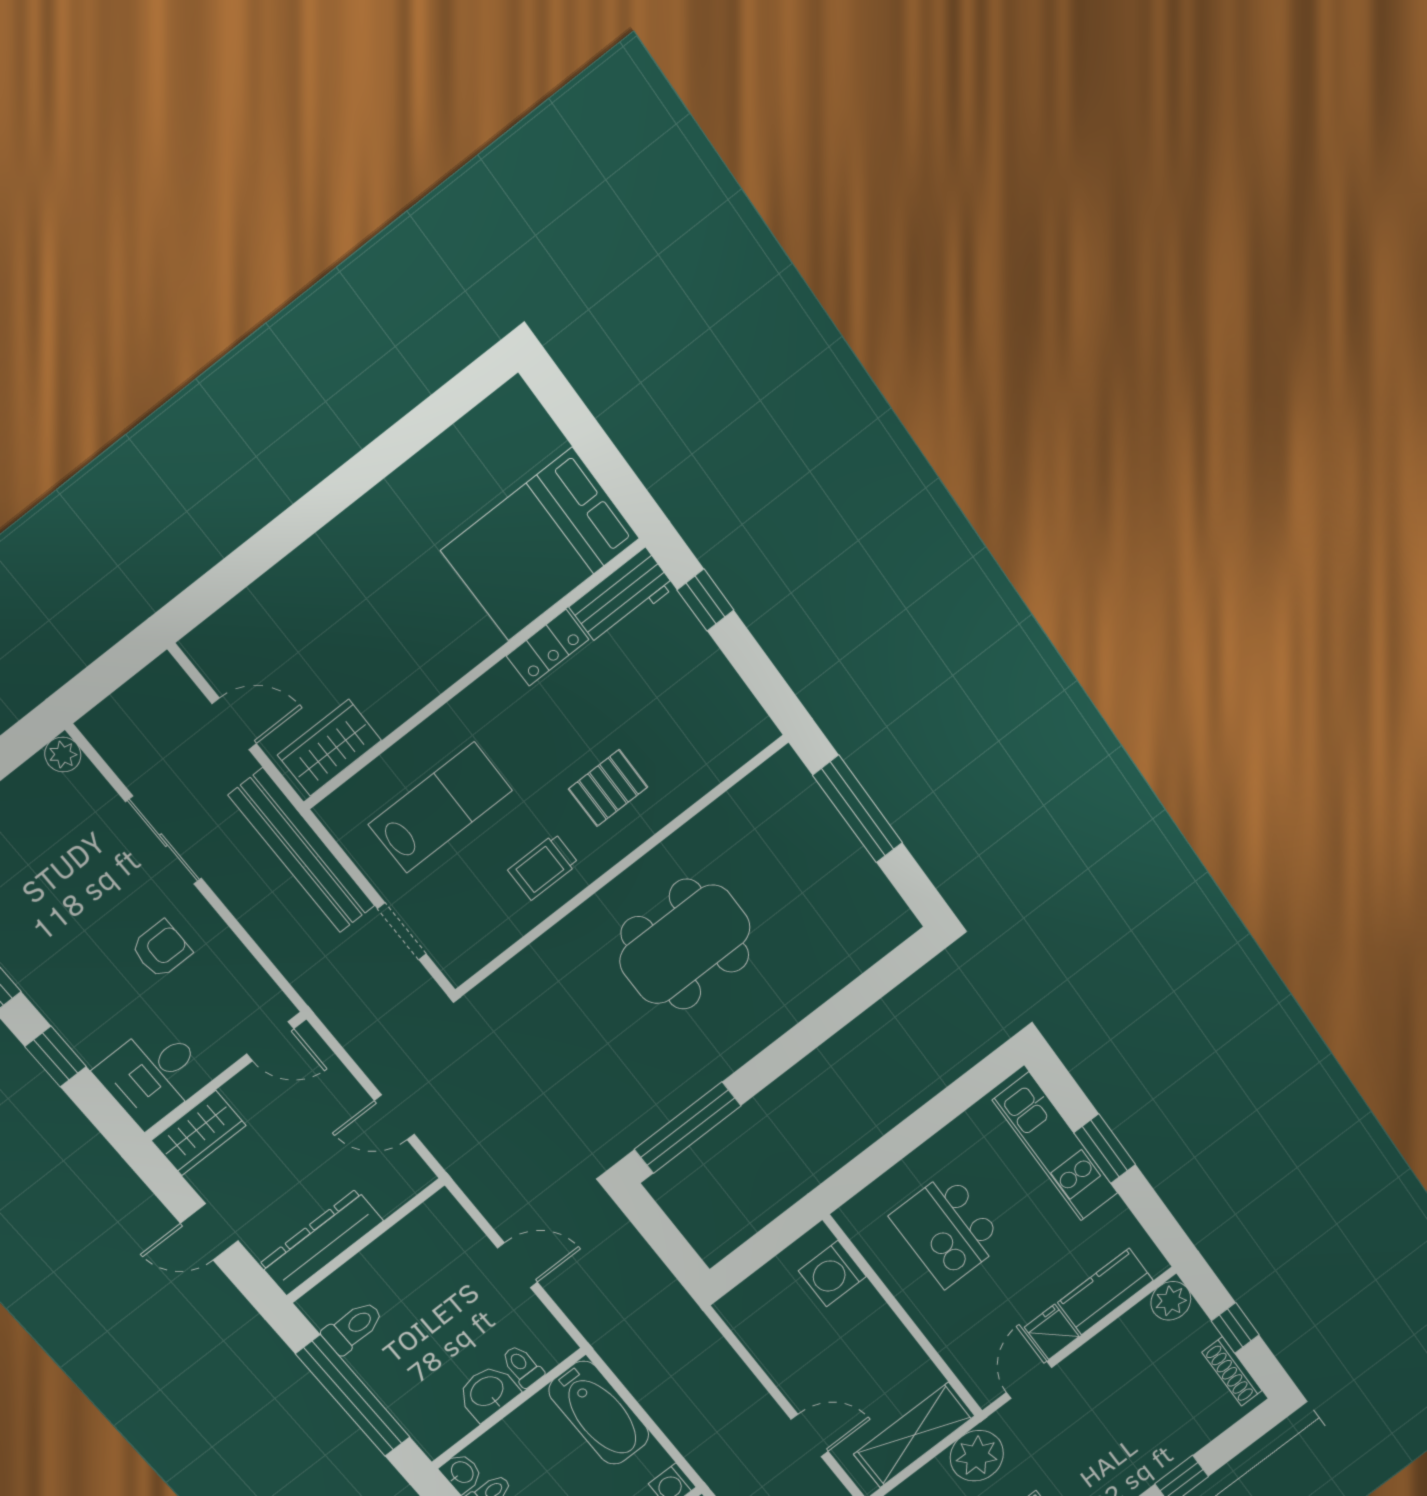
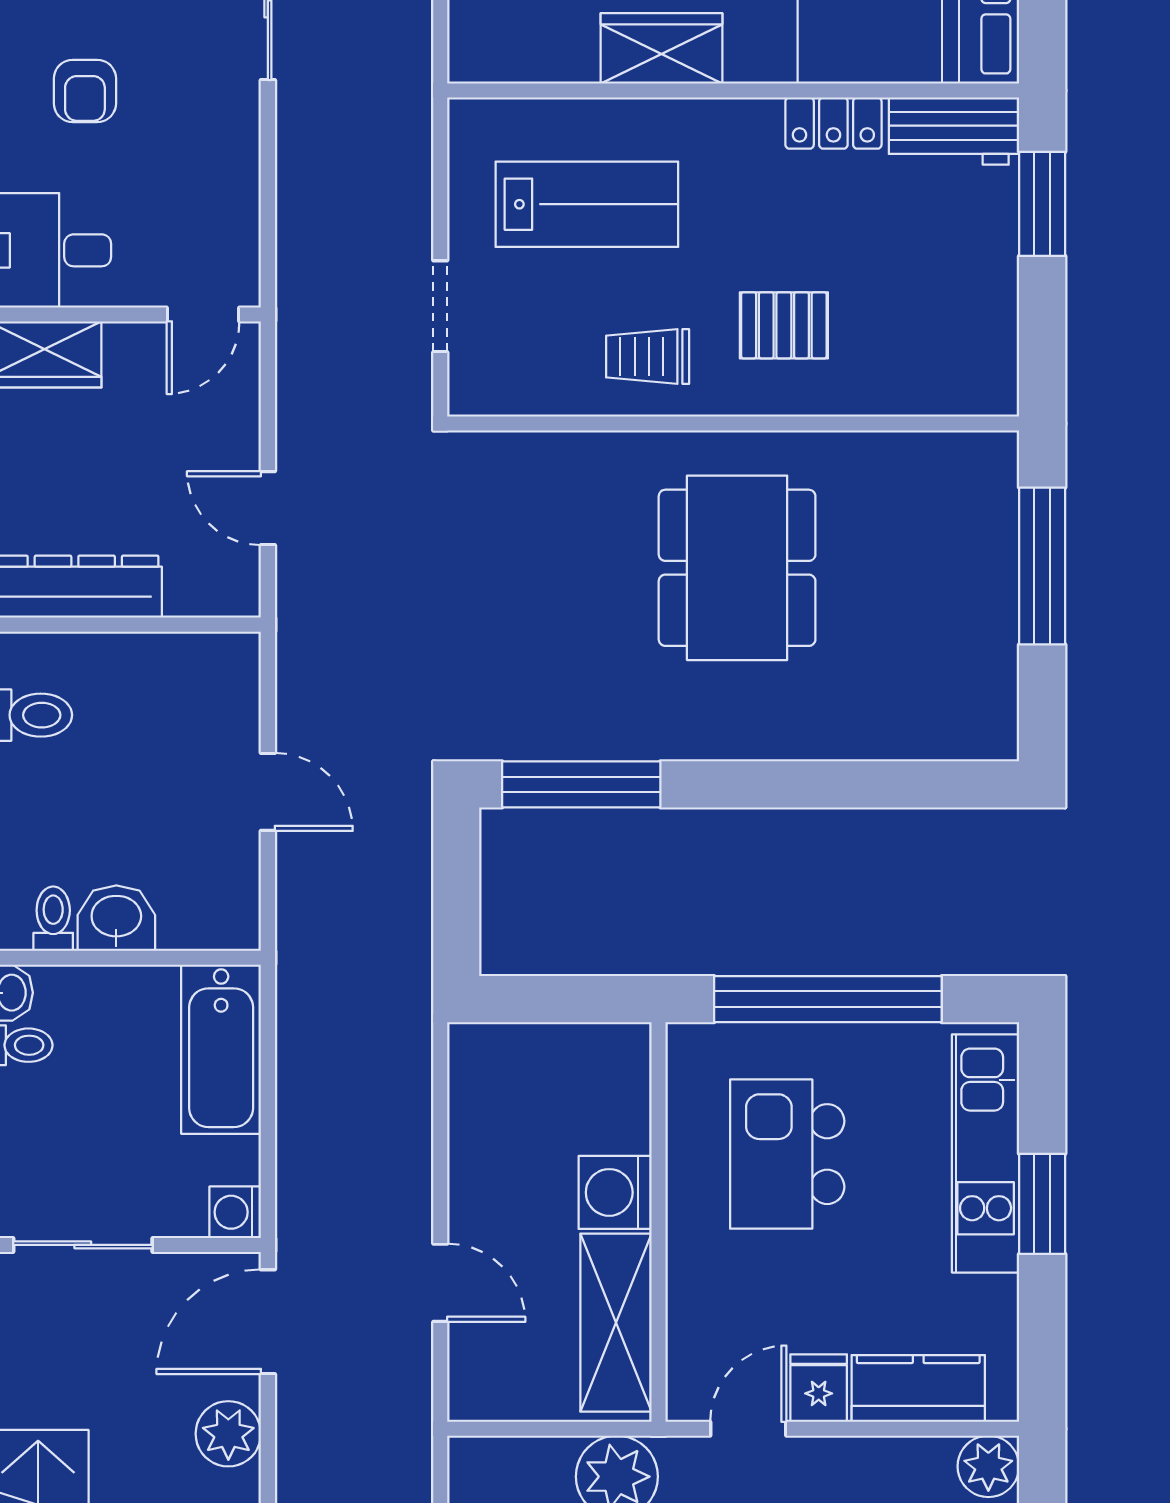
window: (706, 600) -> (1042, 204), width x1.50
wardrobe: (329, 748) -> (662, 48), moved
bench: (302, 851) -> (403, 134), removed
dining table: (685, 944) -> (737, 568), turned 90
armchair: (161, 949) -> (85, 91), moved, turned 90
door: (270, 1041) -> (203, 314), hinge flipped
window: (910, 1134) -> (828, 999), added
washing machine: (832, 1274) -> (615, 1192), moved
toilet: (522, 1366) -> (53, 919), moved
shelving: (914, 1435) -> (616, 1323), moved, turned 90

